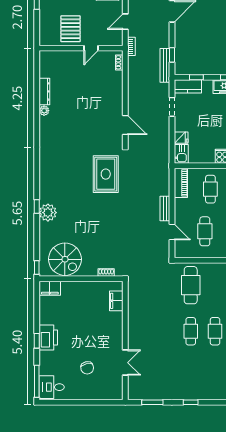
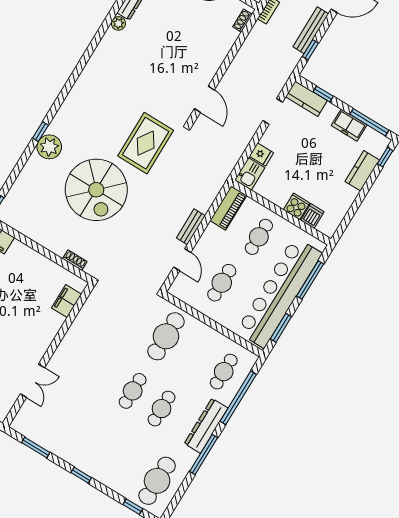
bench: (165, 65) -> (311, 30), moved
spiral stairs: (65, 259) -> (96, 190), moved, width x1.37, depth x1.37

